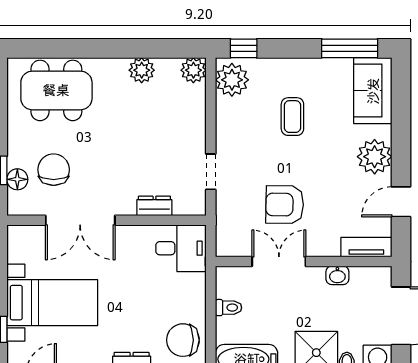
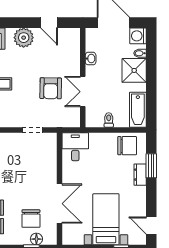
chair: (54, 170) -> (31, 219), turned -90
dresser: (154, 206) -> (51, 162), removed
tv unit: (366, 247) -> (75, 42), removed
chair: (183, 340) -> (127, 146), turned -90

